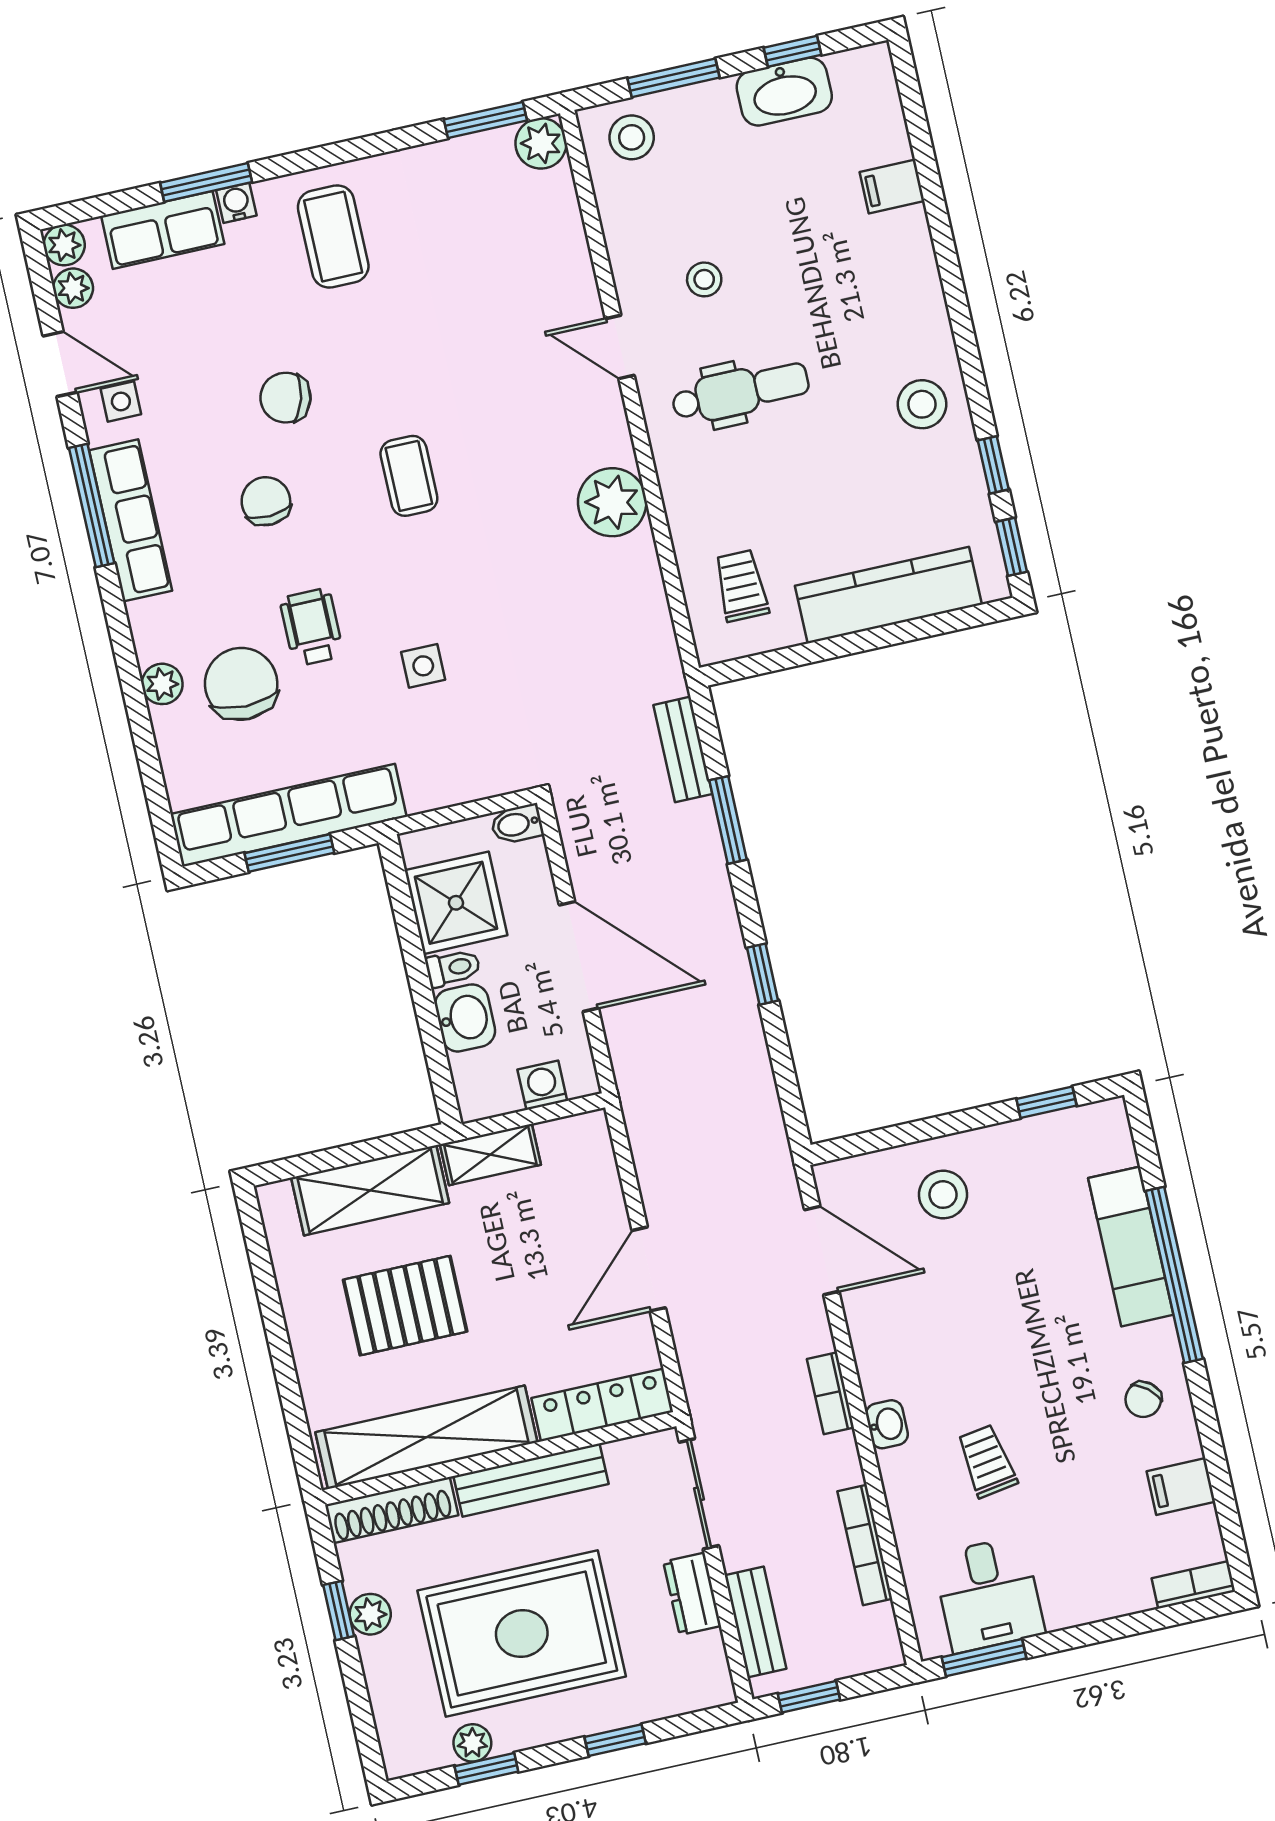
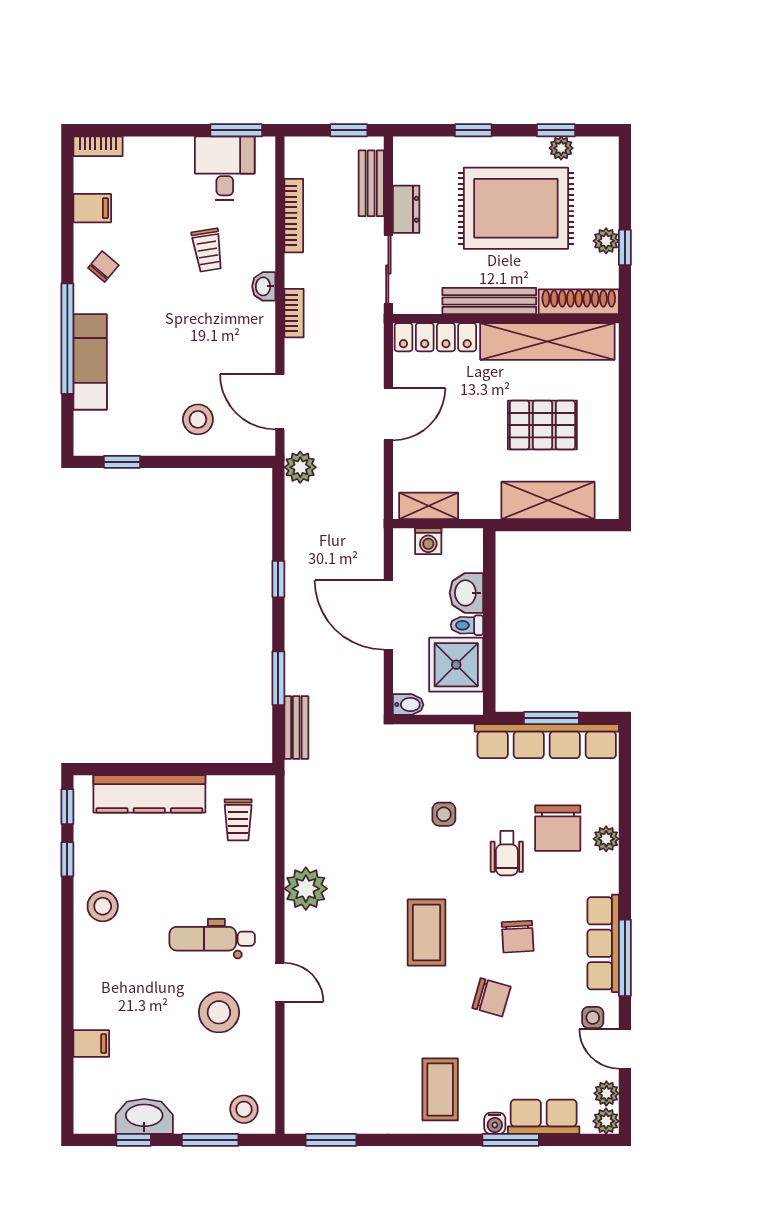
plant: (541, 143) -> (300, 467), moved
stool: (704, 279) -> (219, 1012), width x1.89, depth x1.89
coffee table: (409, 476) -> (427, 932), width x1.36, depth x1.30
shelving: (490, 1155) -> (429, 506), moved

